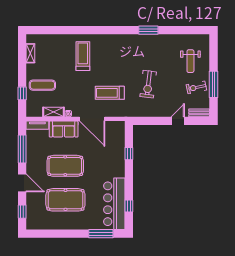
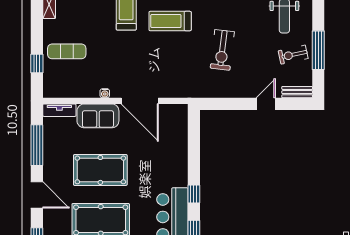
treadmill: (110, 93) -> (170, 21), moved
shelving: (54, 112) -> (83, 91), removed
window: (129, 154) -> (194, 194), moved

